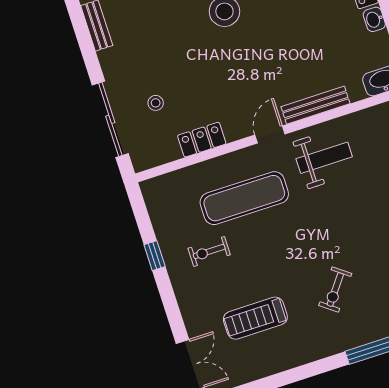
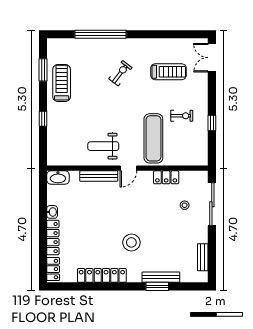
exercise mat: (244, 198) -> (153, 138), turned 90

